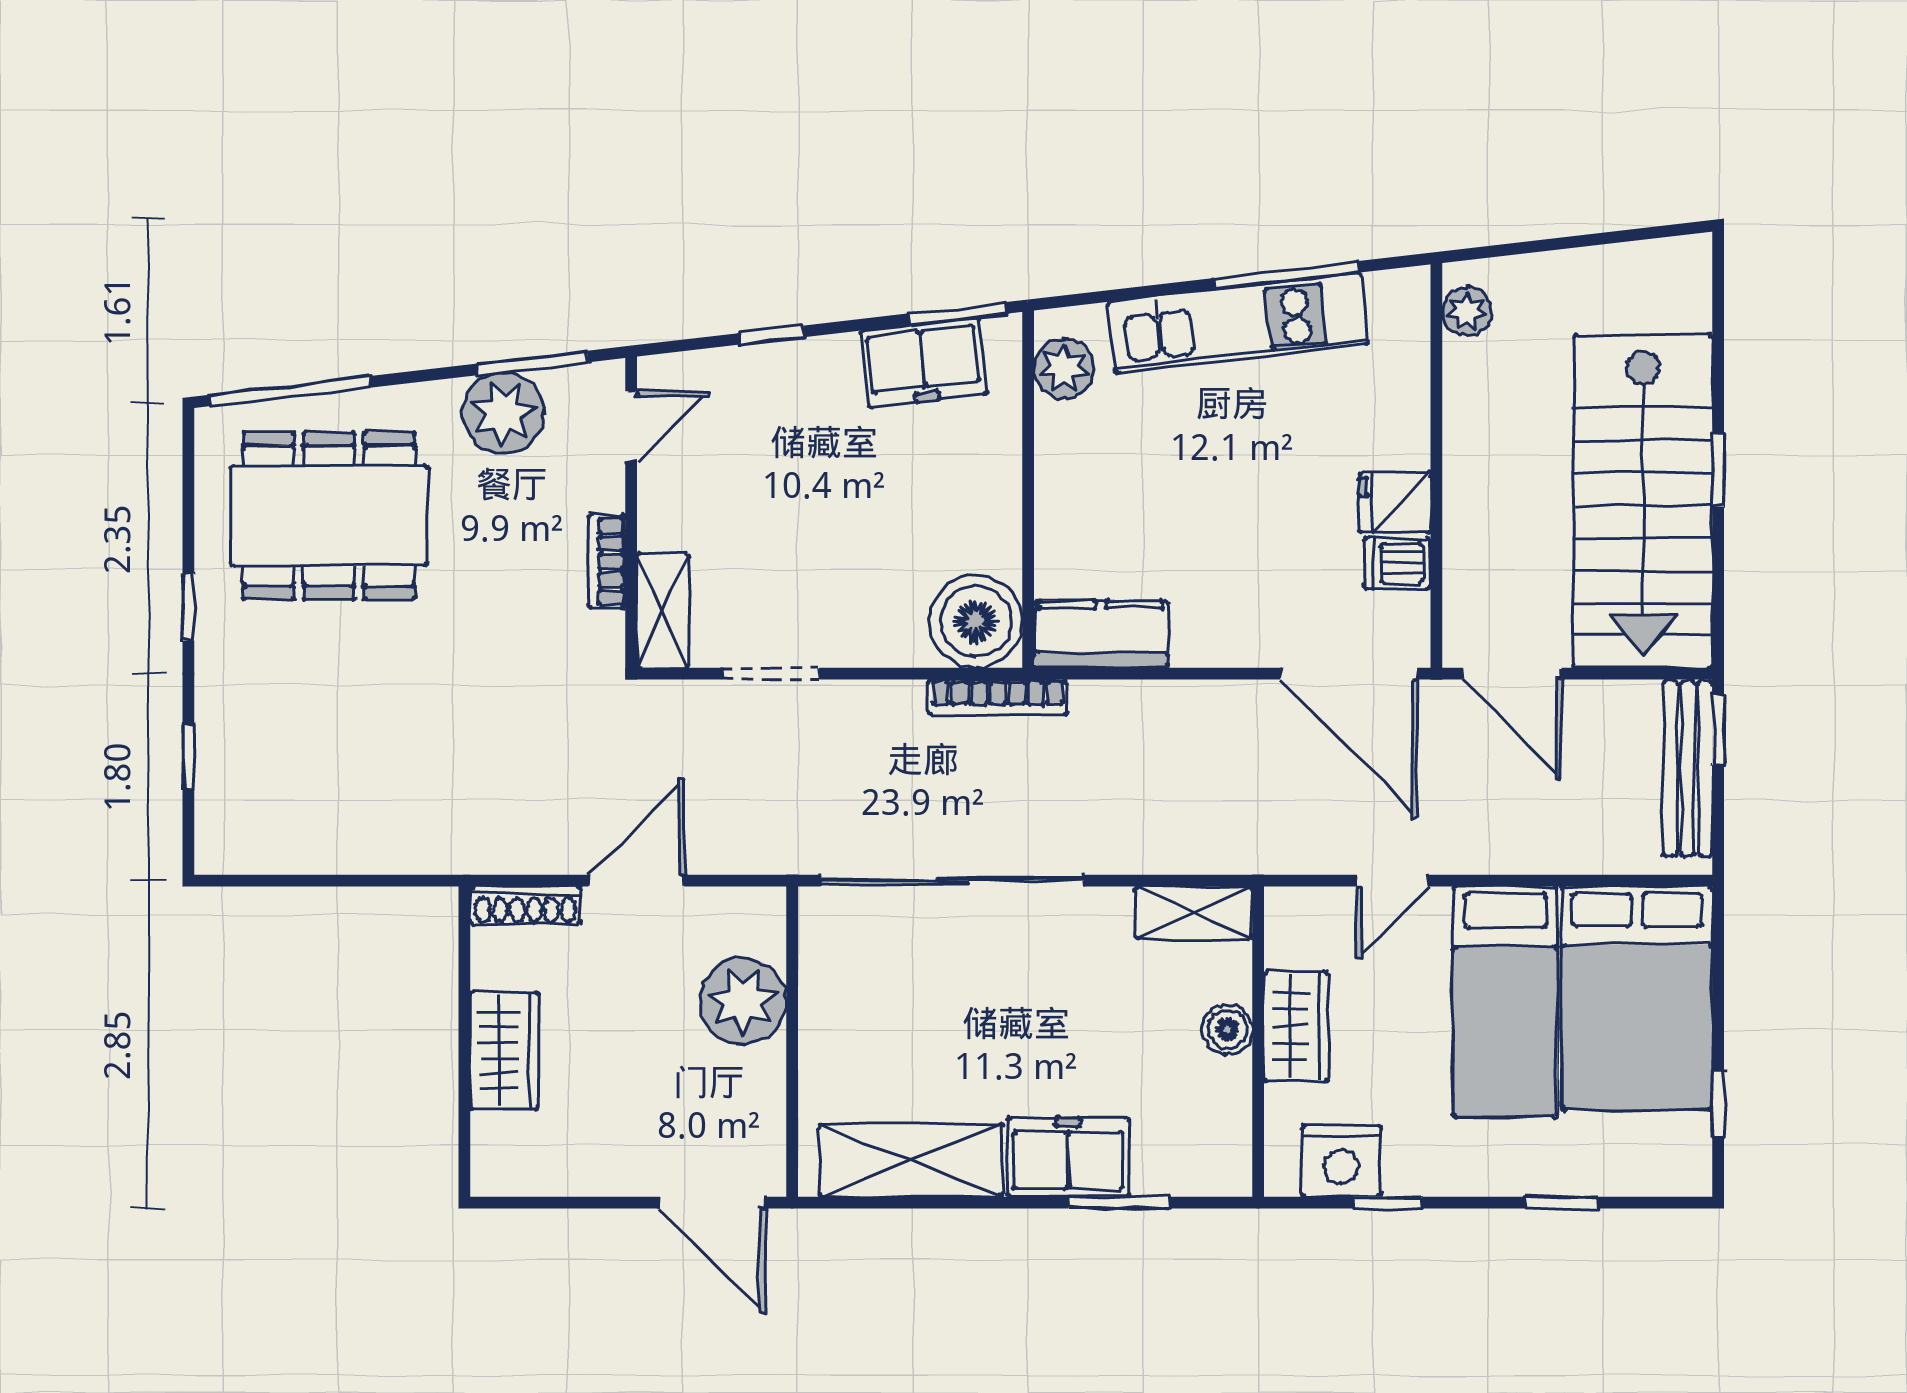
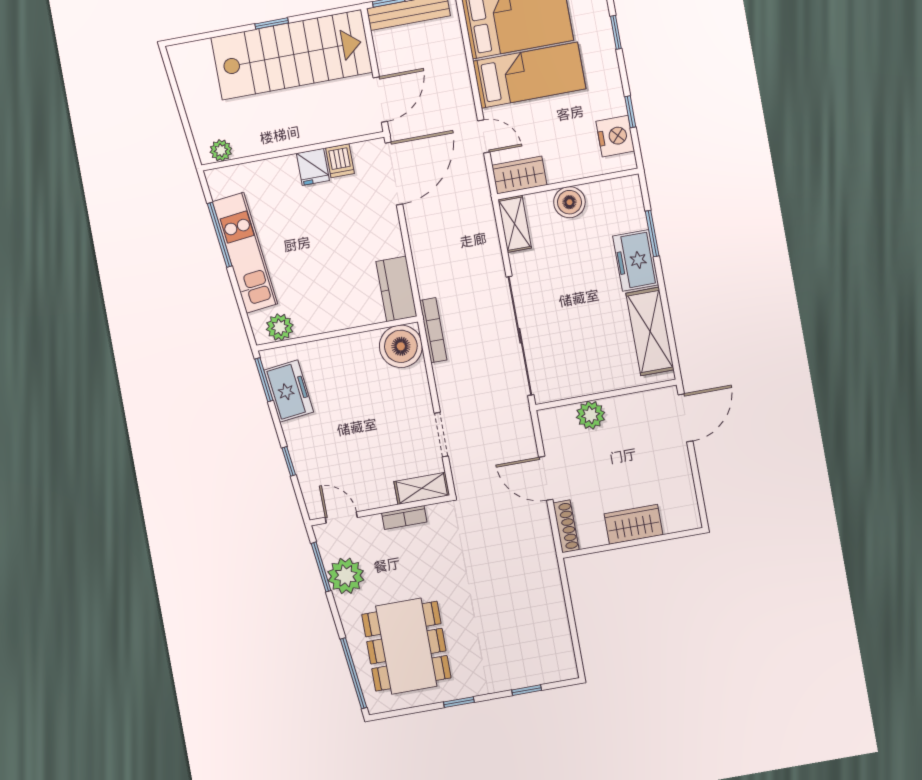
plant: (743, 1001) -> (591, 415), width x0.73, depth x0.73
wardrobe: (1296, 1027) -> (519, 175), moved
boiler: (1227, 1029) -> (569, 202), width x1.36, depth x1.36

